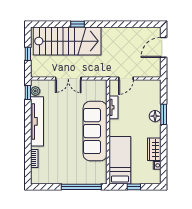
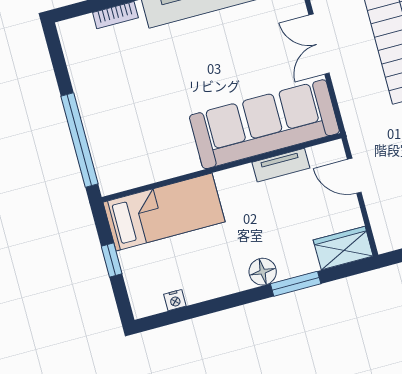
floor lamp: (155, 116) -> (263, 272), moved
sofa: (95, 131) -> (264, 124), moved
wardrobe: (154, 149) -> (343, 248), moved

